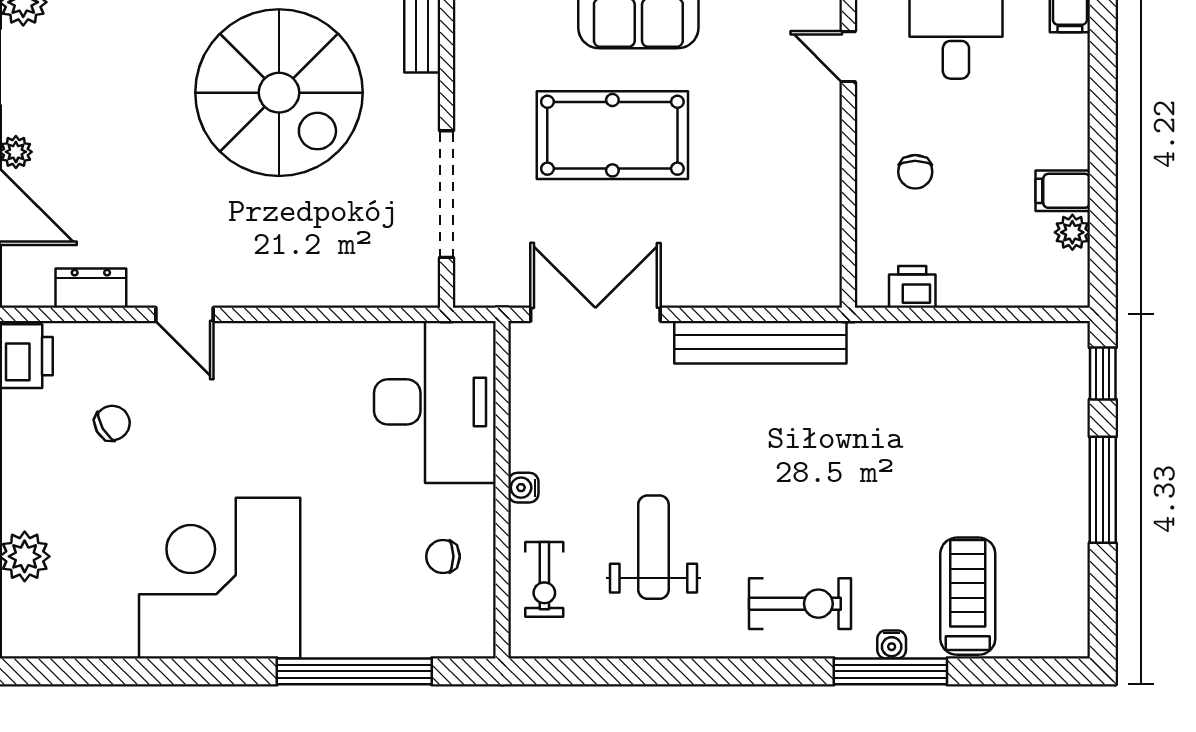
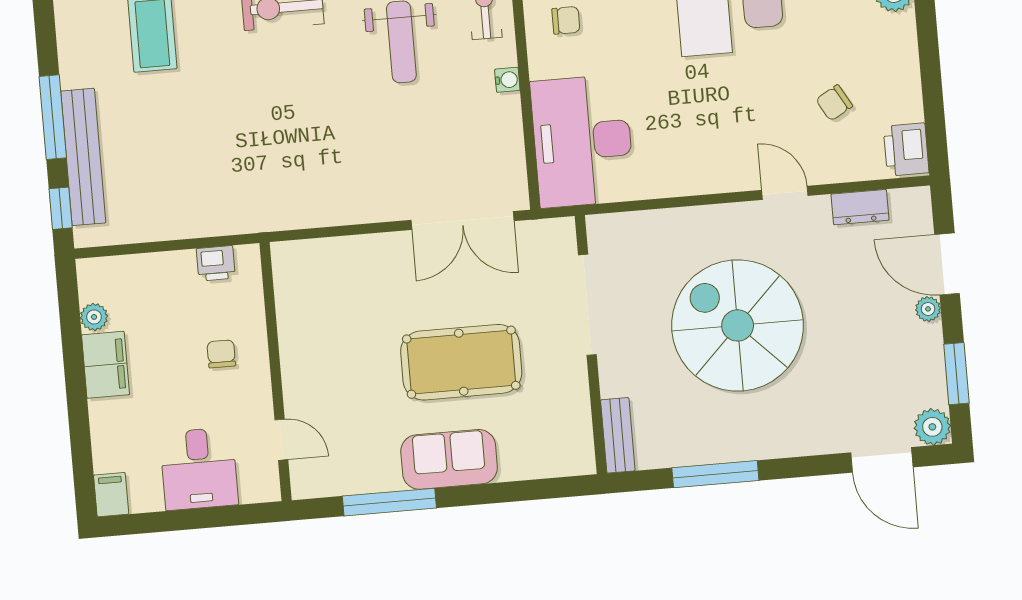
spiral stairs: (279, 93) -> (738, 325), moved
filing cabinet: (1063, 191) -> (106, 365), width x2.00
bench: (760, 342) -> (83, 157), moved, turned 90

